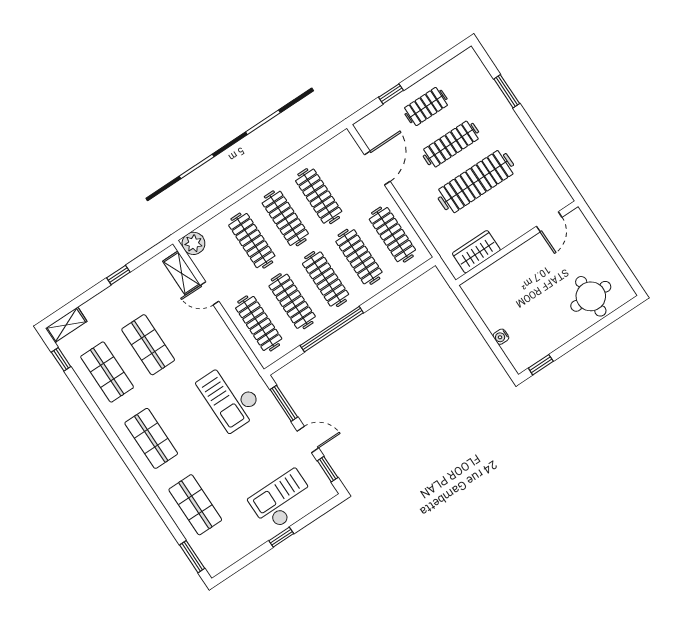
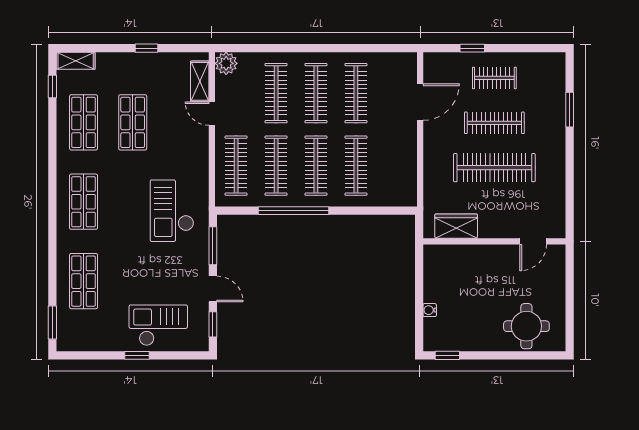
clothes rail: (392, 235) -> (396, 166), removed

